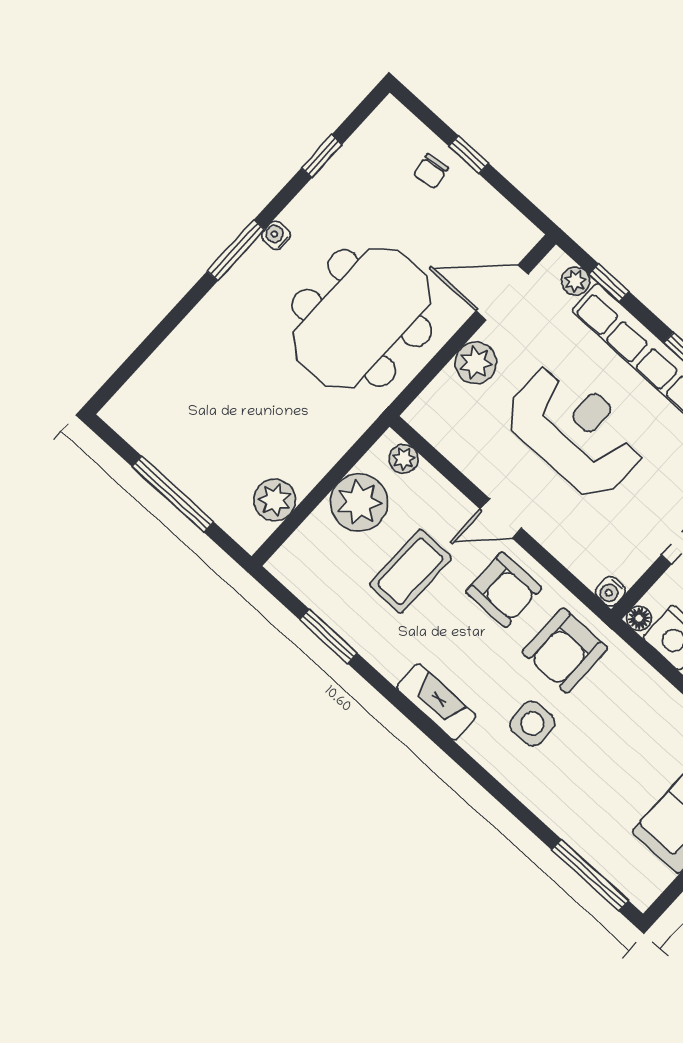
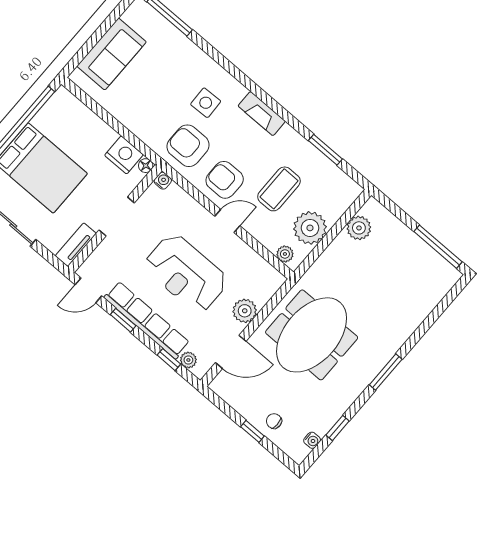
chair: (431, 171) -> (274, 421), turned -81
water cooler: (276, 235) -> (312, 440), moved
window: (173, 494) -> (438, 247), moved
armchair: (565, 650) -> (188, 146), turned -90

